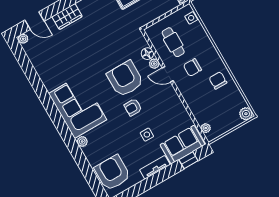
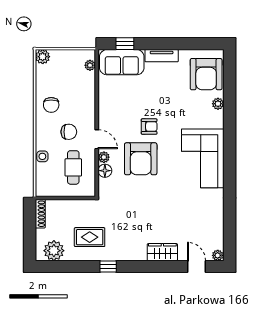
side table: (191, 18) -> (42, 156), moved
side table: (147, 135) -> (151, 92), removed
plant: (82, 141) -> (218, 104), moved

